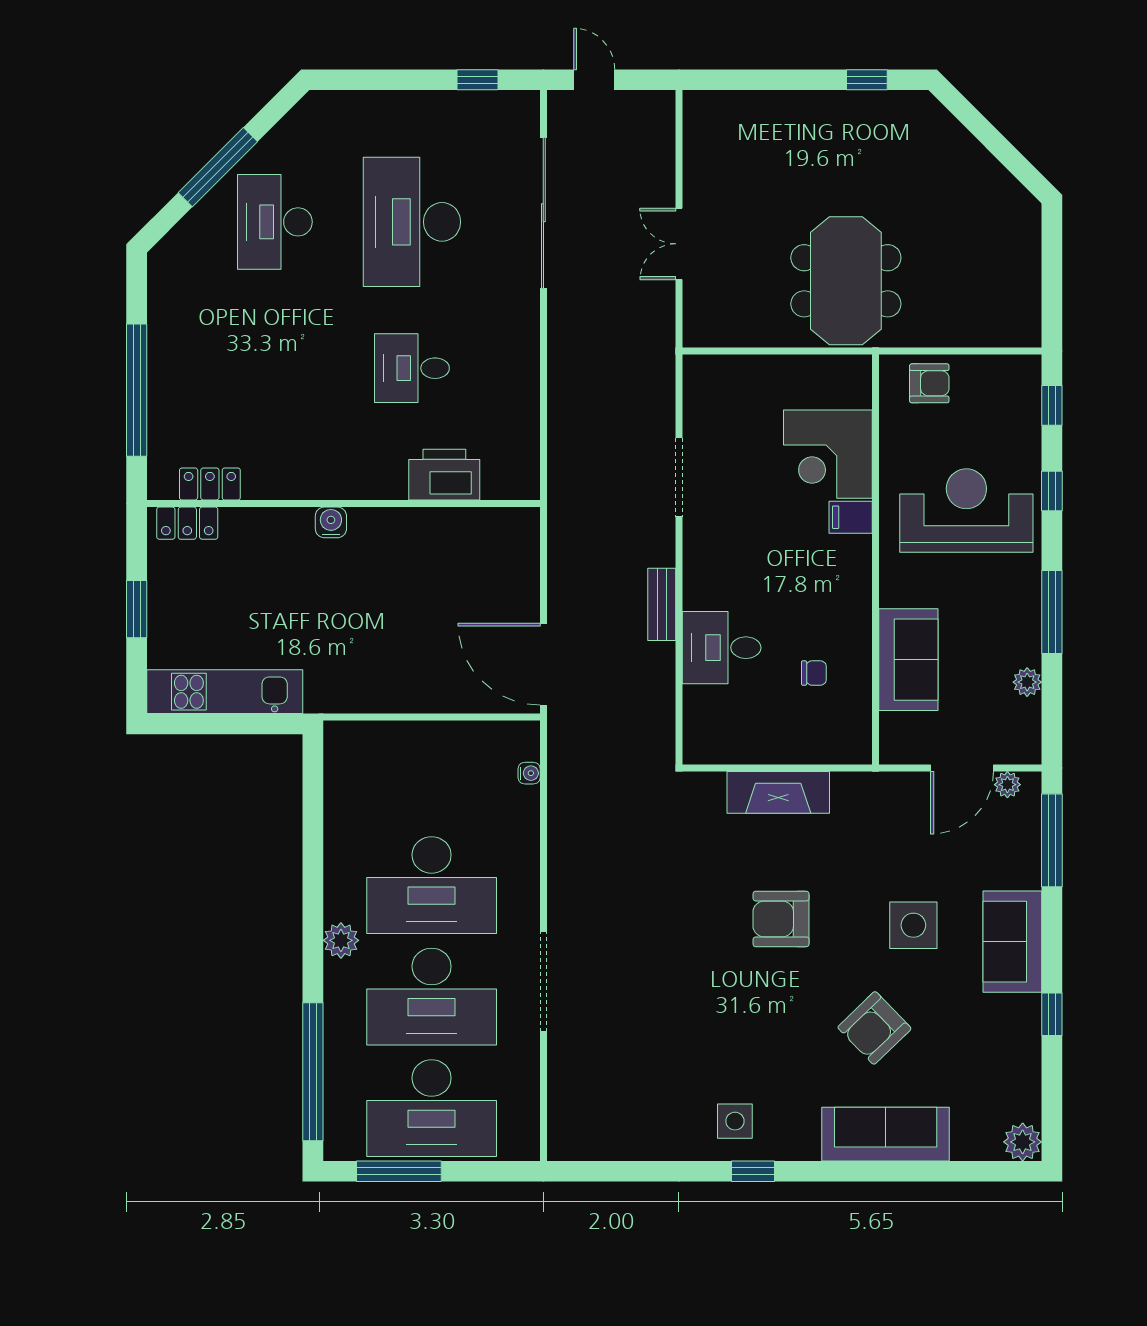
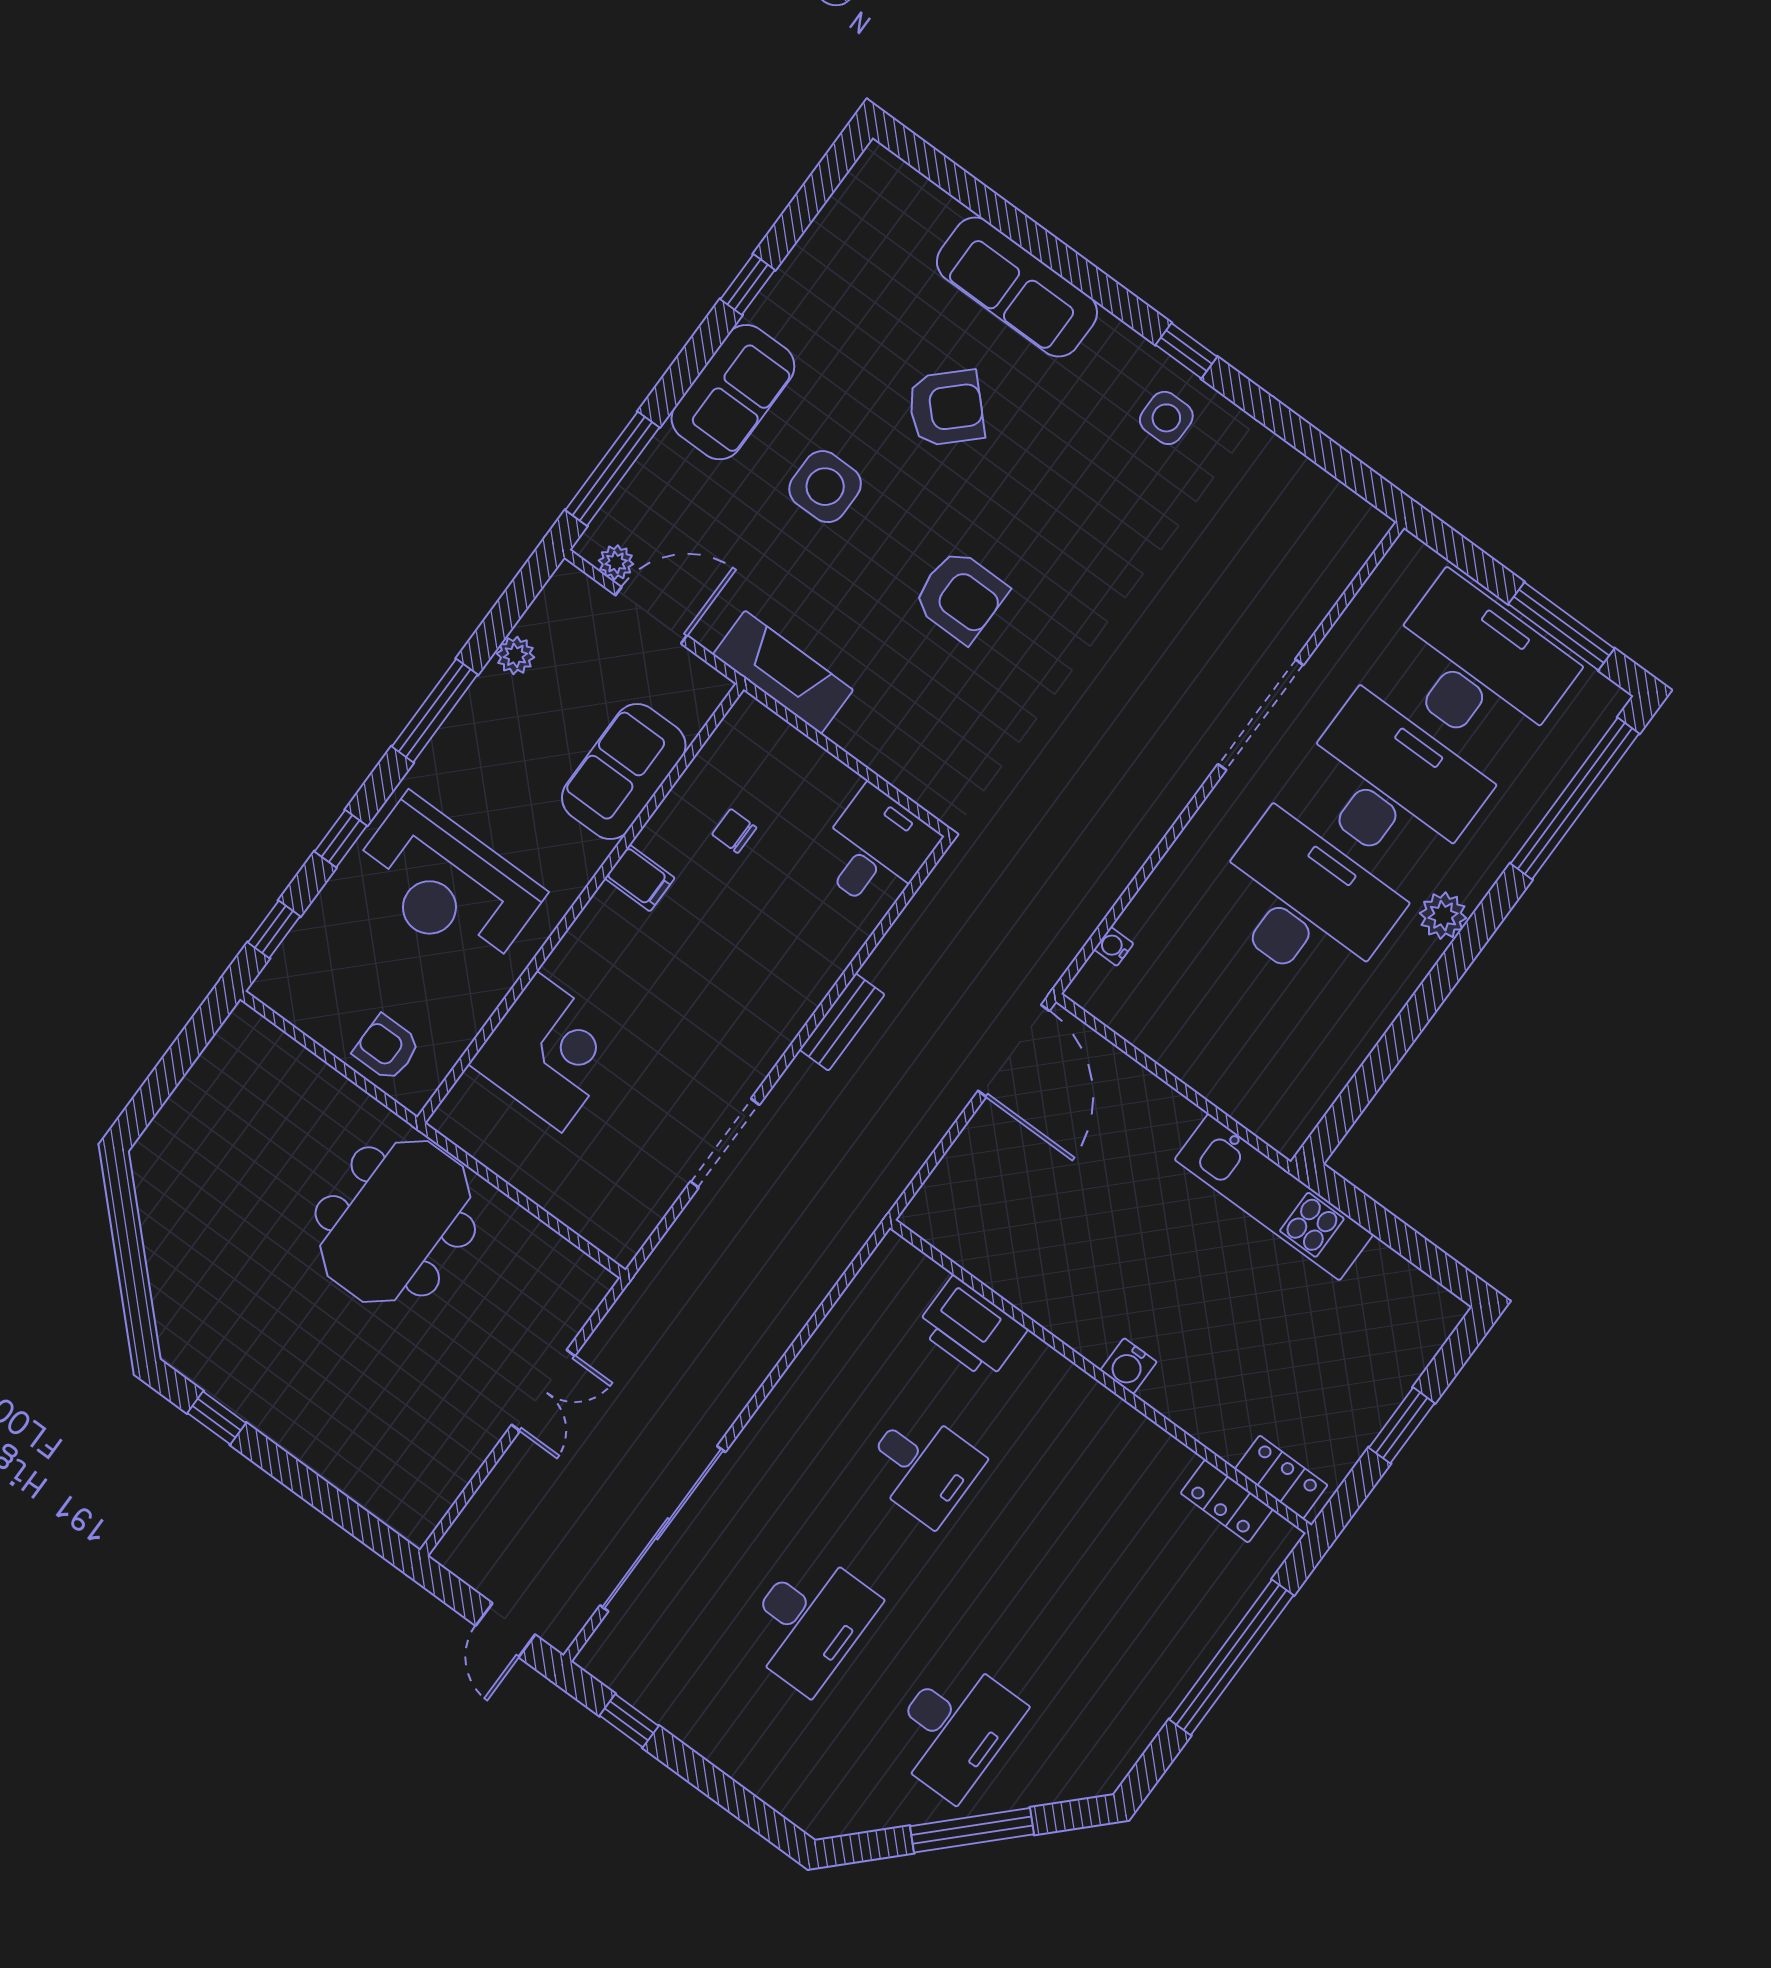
desk: (412, 222) -> (809, 1621), width x0.73, depth x0.77
filing cabinet: (851, 517) -> (640, 878), moved
desk: (722, 648) -> (876, 850), moved, turned -90
kitchen unit: (225, 692) -> (1274, 1197), moved
fireplace: (778, 792) -> (783, 672), moved
plant: (1023, 1142) -> (878, 172), removed

